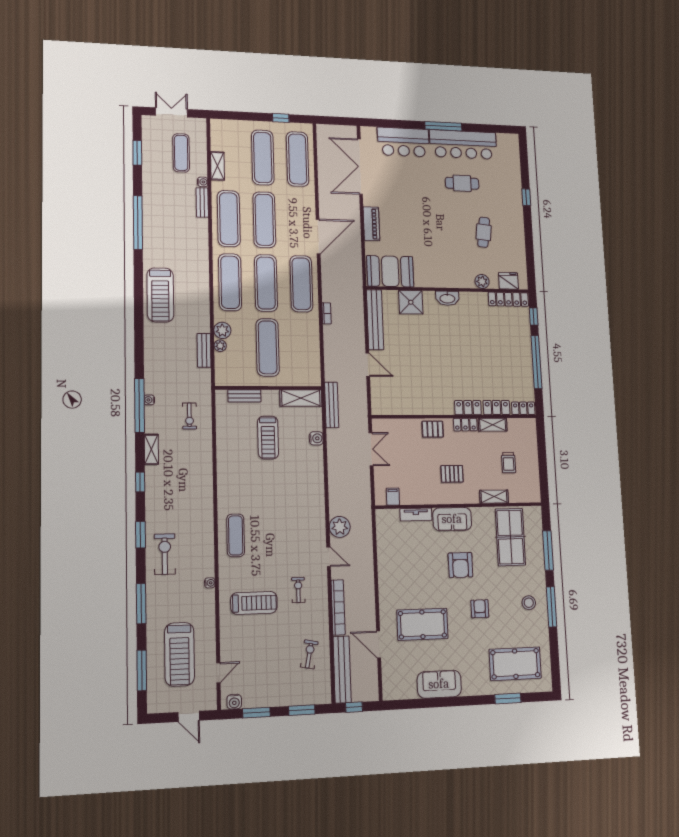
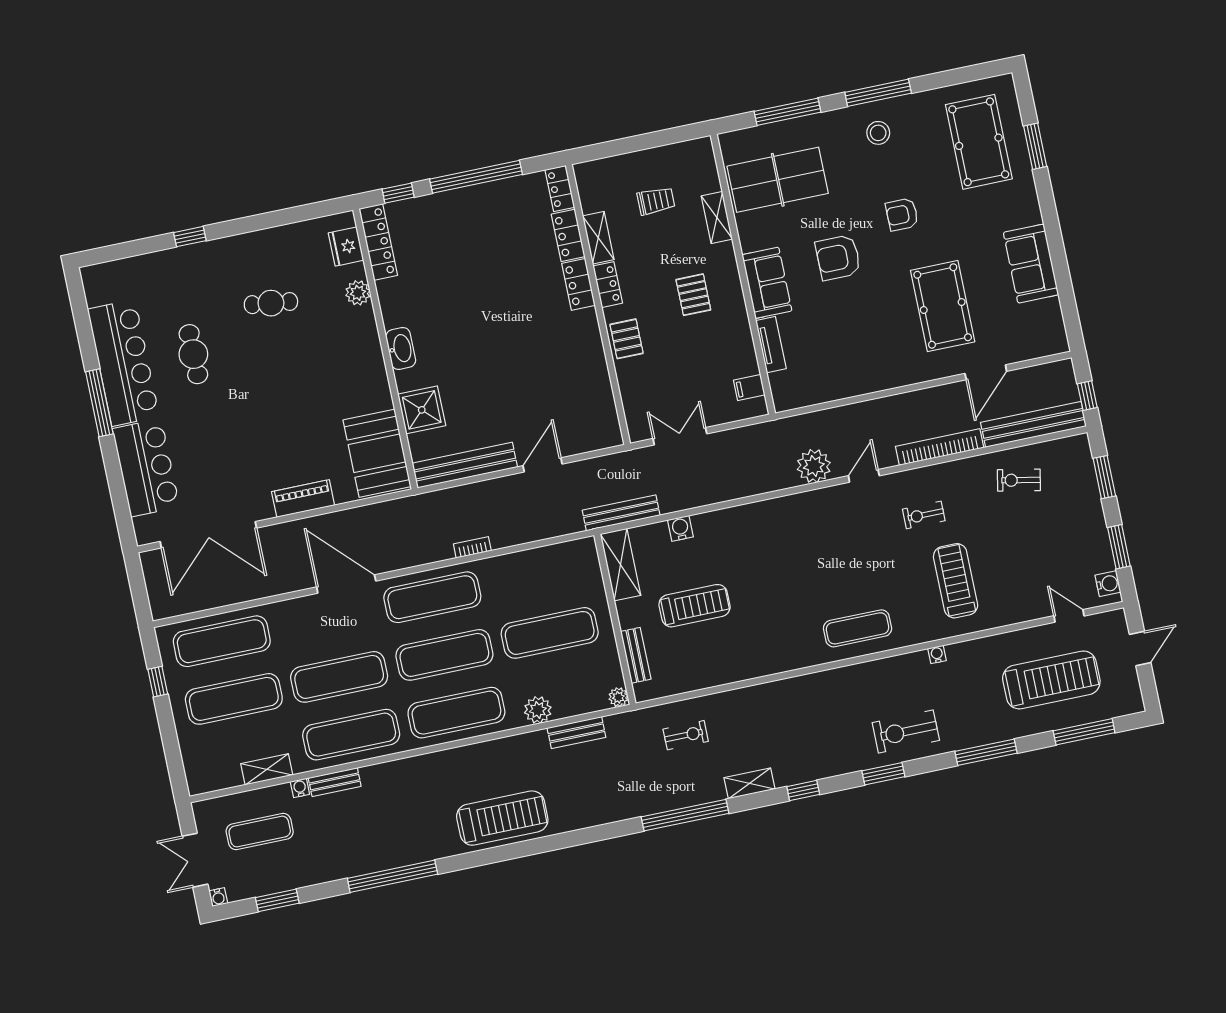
plant: (220, 346) -> (618, 697), moved
water cooler: (149, 400) -> (218, 897), moved
armchair: (460, 565) -> (838, 258), turned 180

